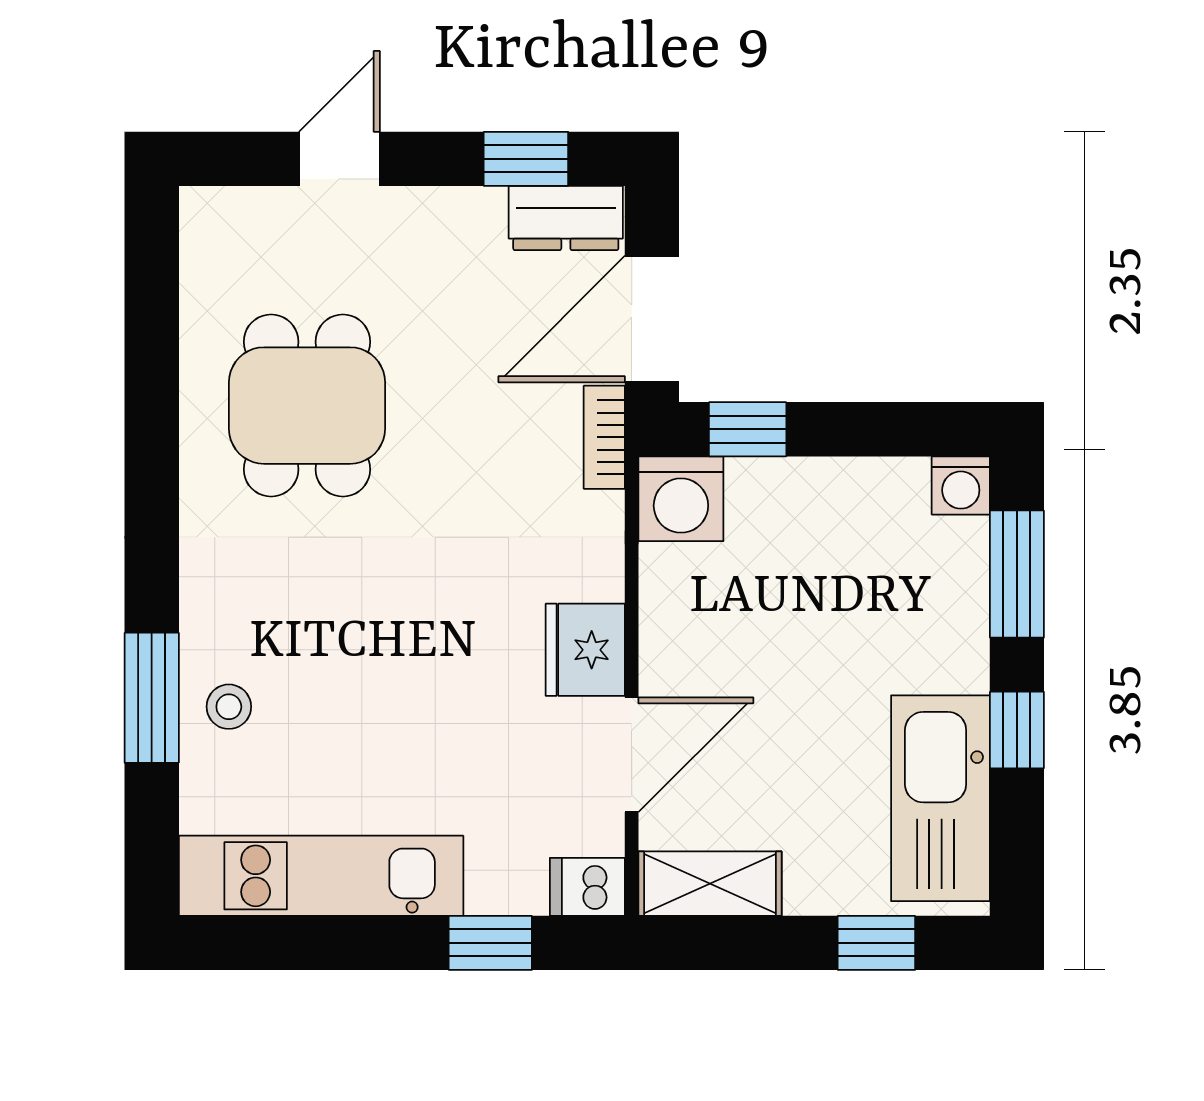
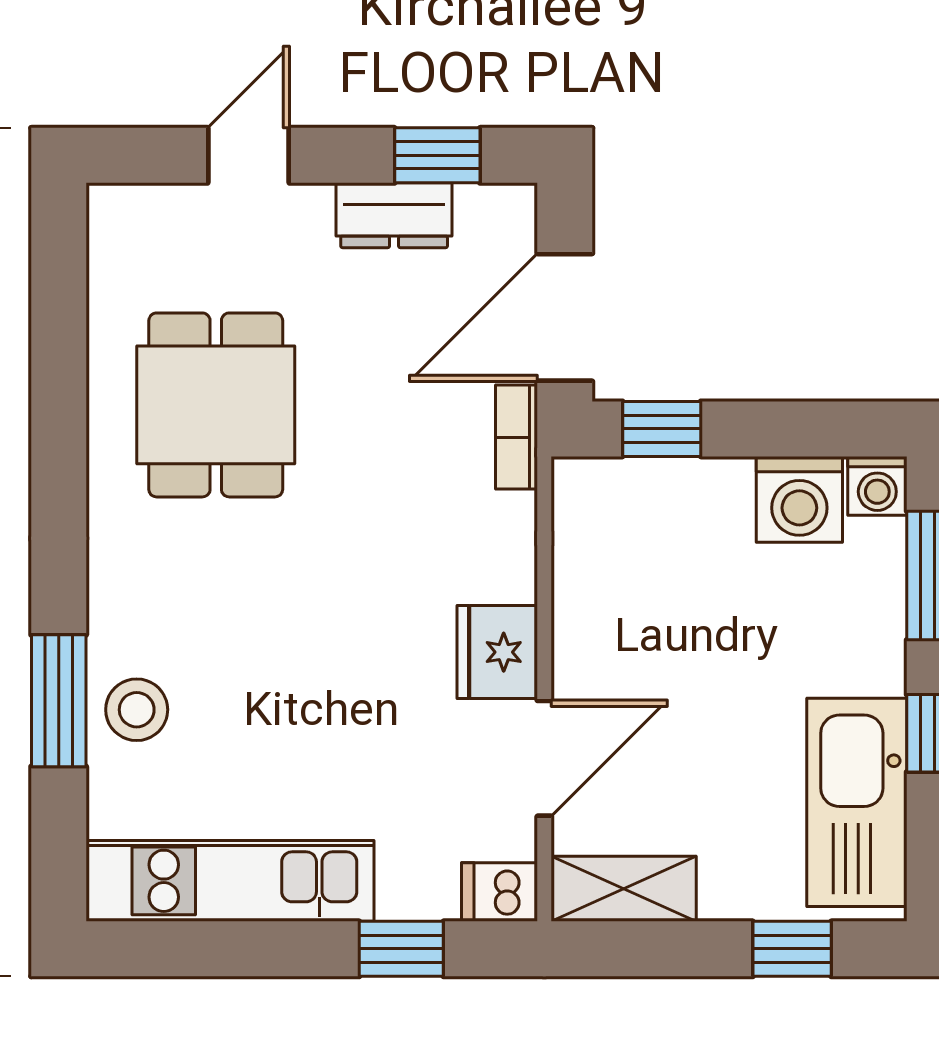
dresser: (566, 218) -> (394, 215), moved
washing machine: (681, 499) -> (799, 499), moved
stool: (229, 707) -> (137, 710), width x1.37, depth x1.37

